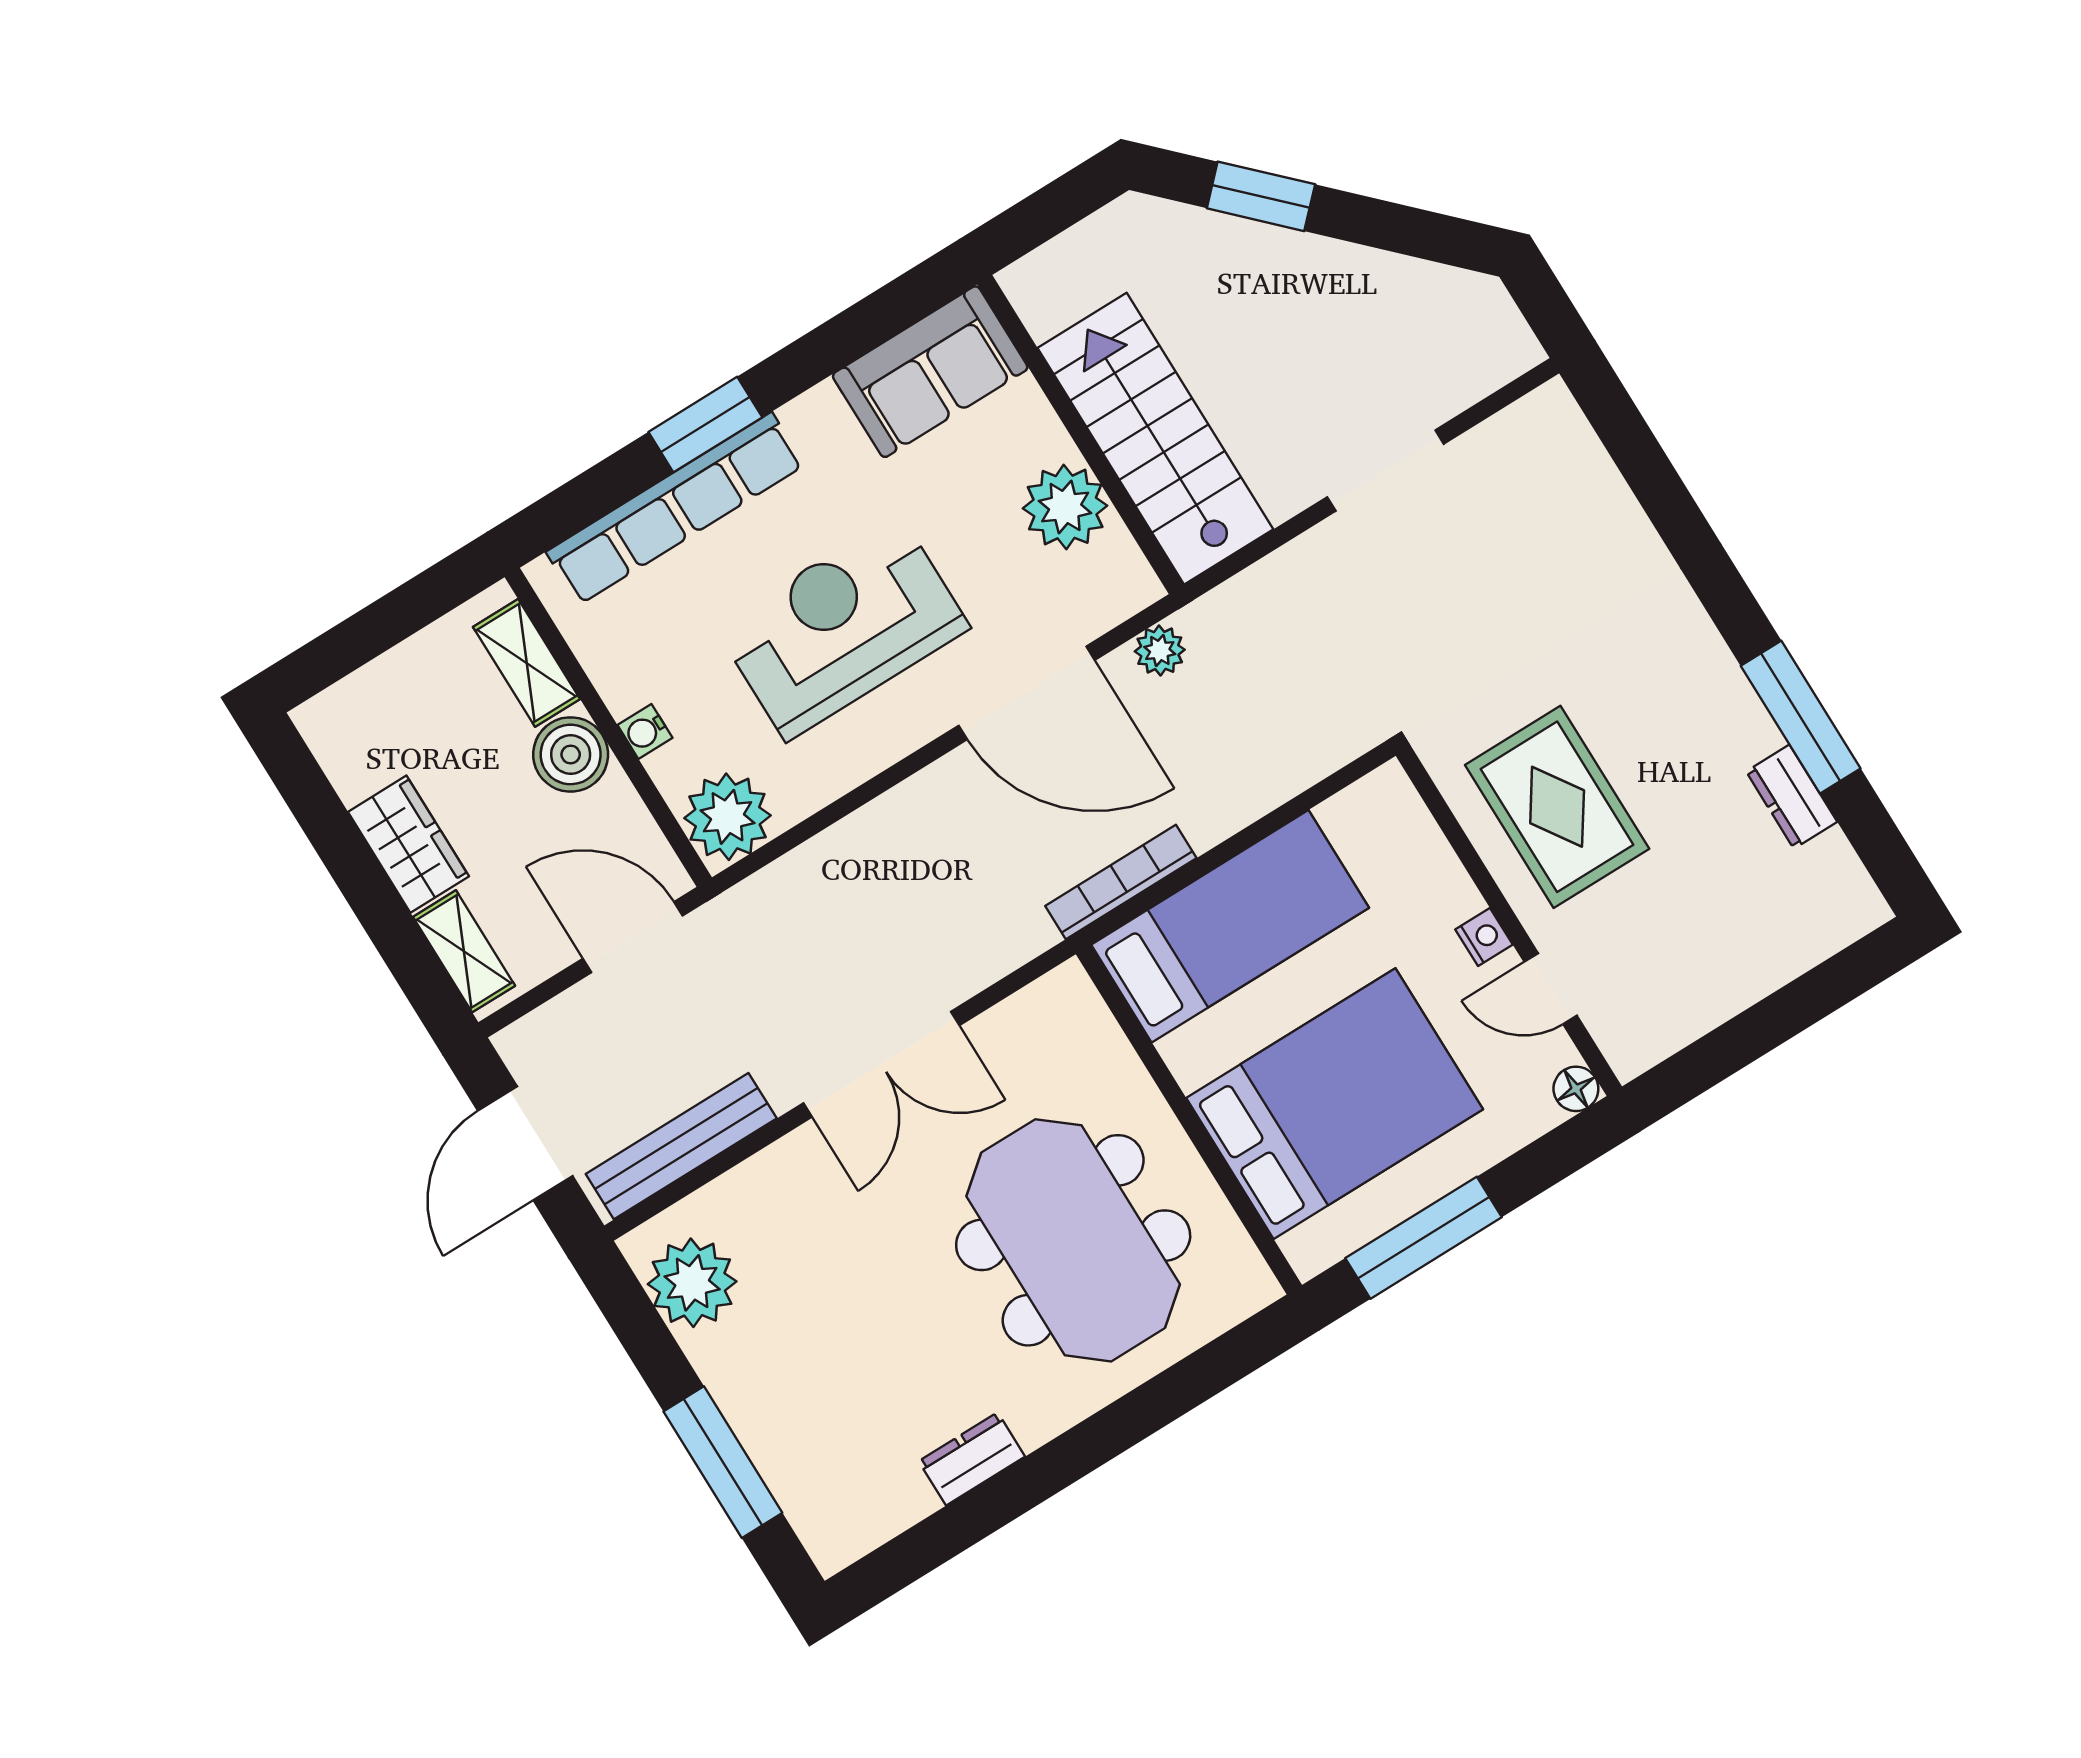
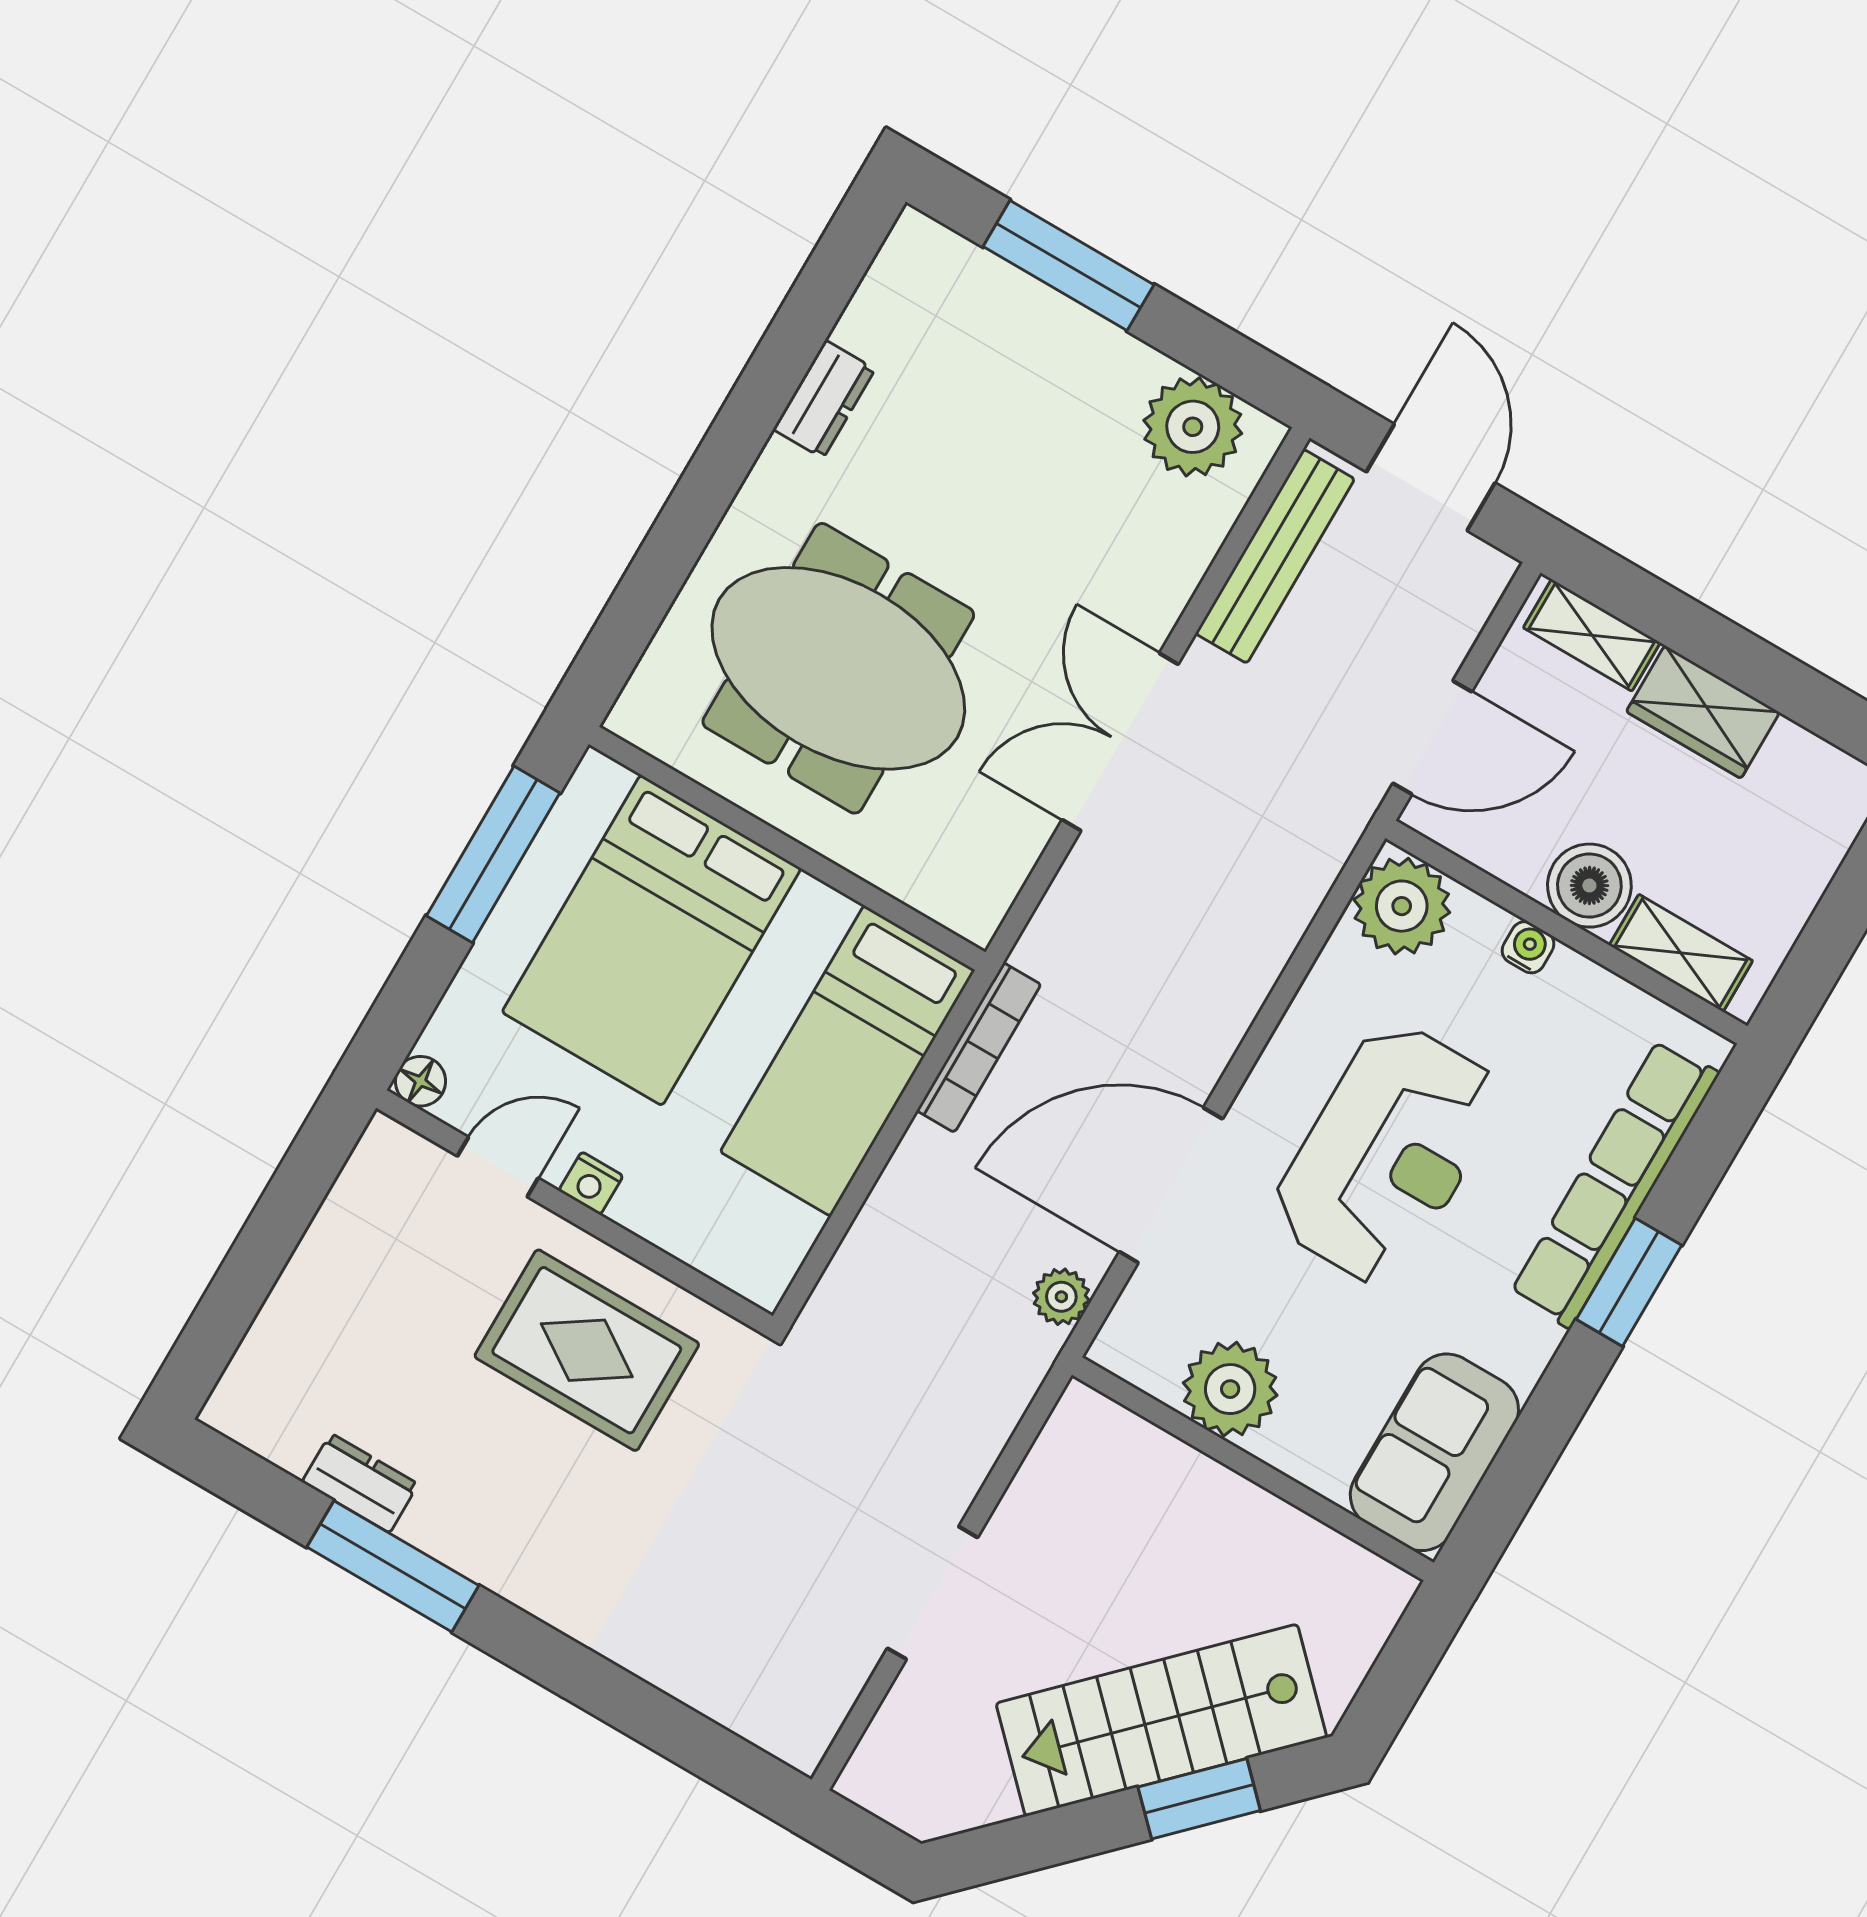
stairs: (1155, 439) -> (1161, 1720), moved, turned 135

